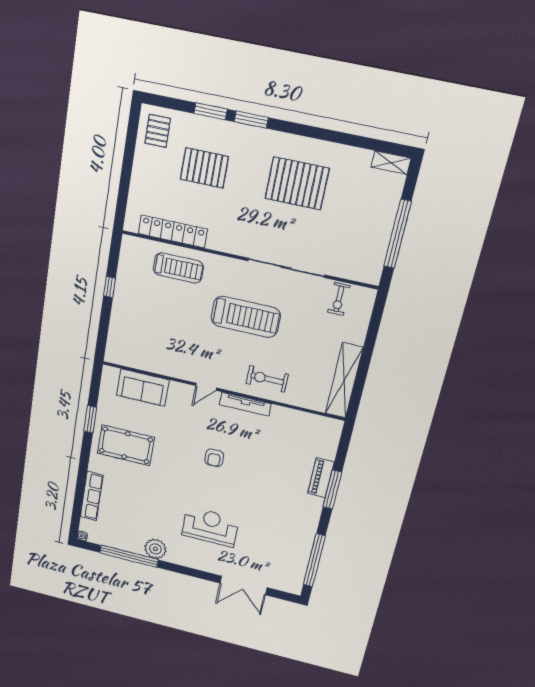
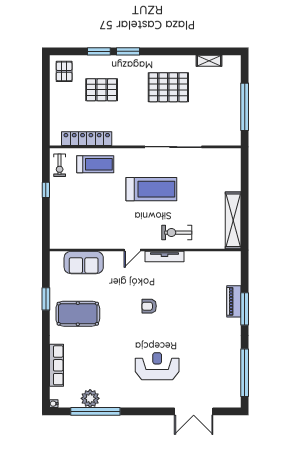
shelving: (391, 163) -> (209, 61), moved
exercise bike: (339, 299) -> (60, 165), moved
armchair: (214, 458) -> (149, 306), turned 91
plant: (155, 549) -> (90, 398), moved

